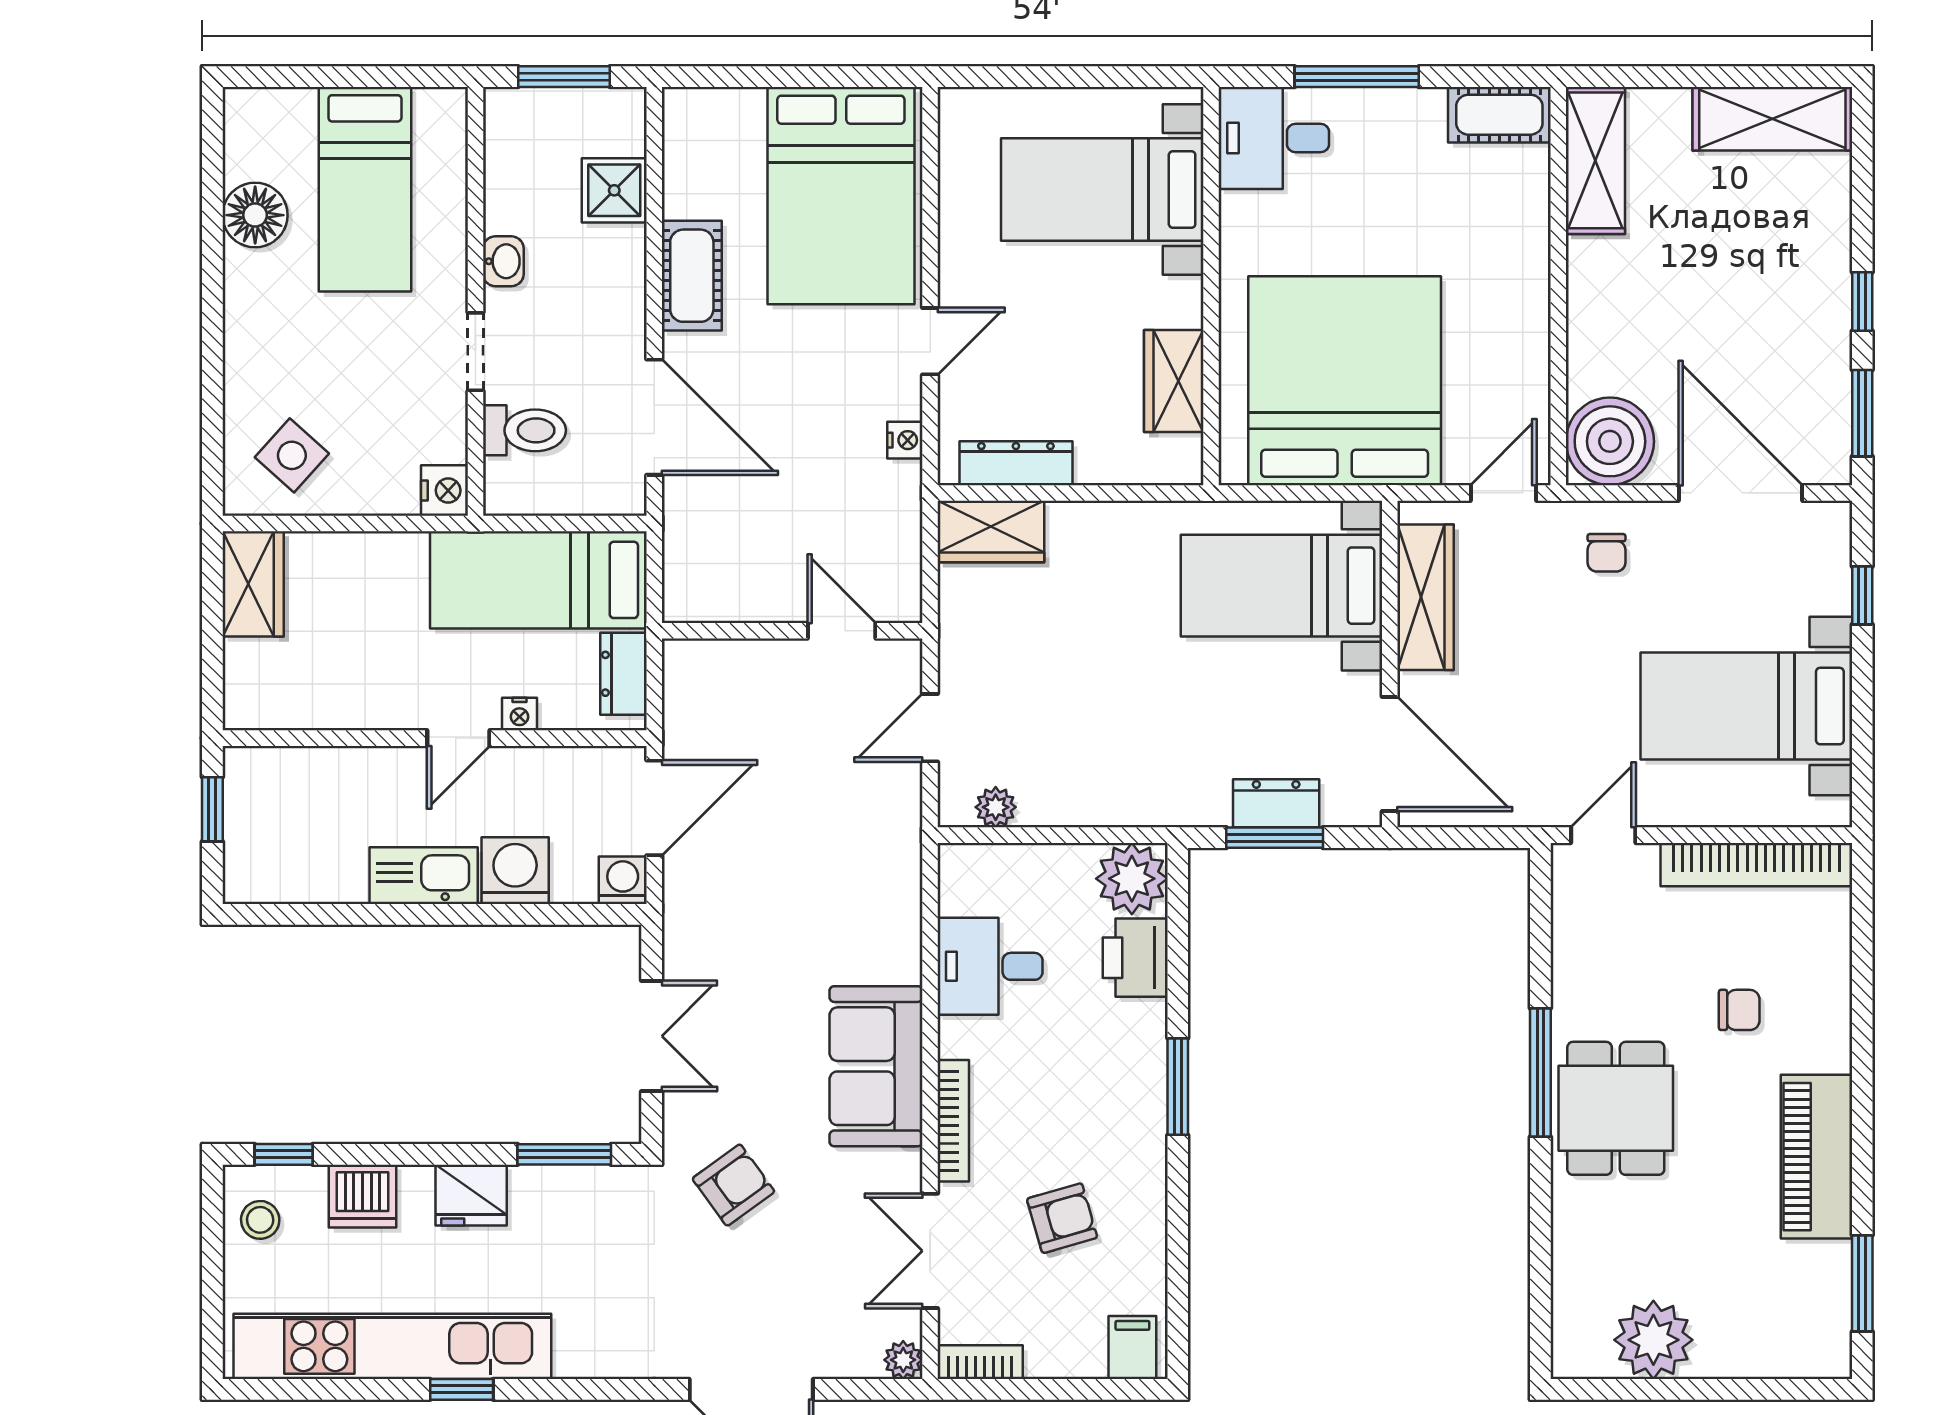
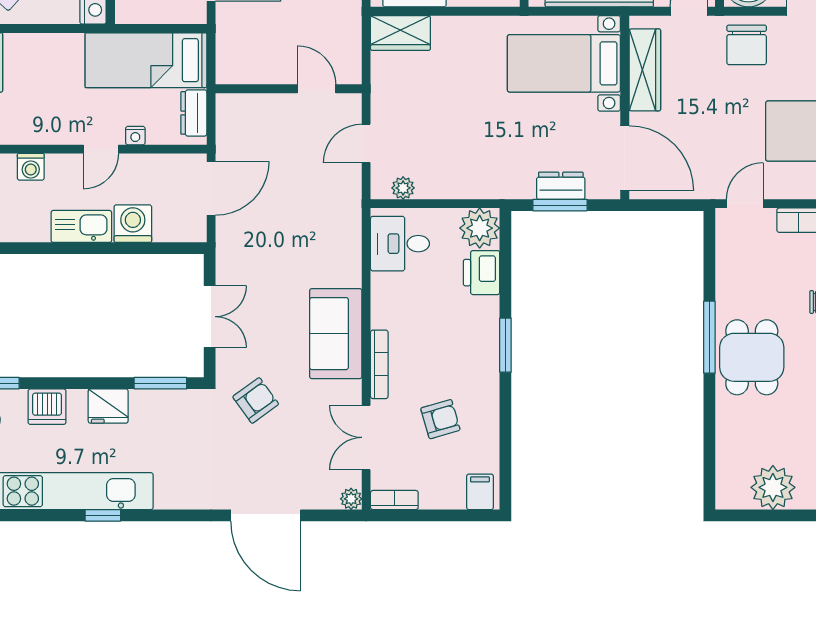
chair: (1606, 553) -> (747, 45), width x1.87, depth x1.87
washing machine: (623, 880) -> (31, 167), moved, turned 180
desk: (990, 966) -> (400, 244), moved

